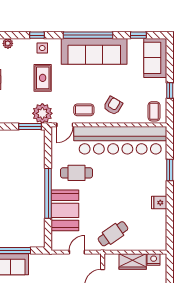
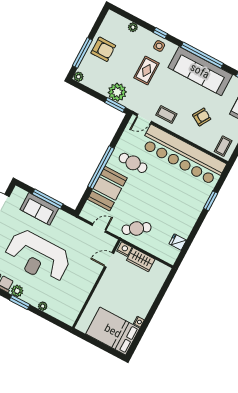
armchair: (113, 106) -> (202, 117), moved
plant: (42, 113) -> (117, 92), moved
fridge: (159, 203) -> (178, 242), moved
nightstand: (154, 260) -> (124, 249), moved

